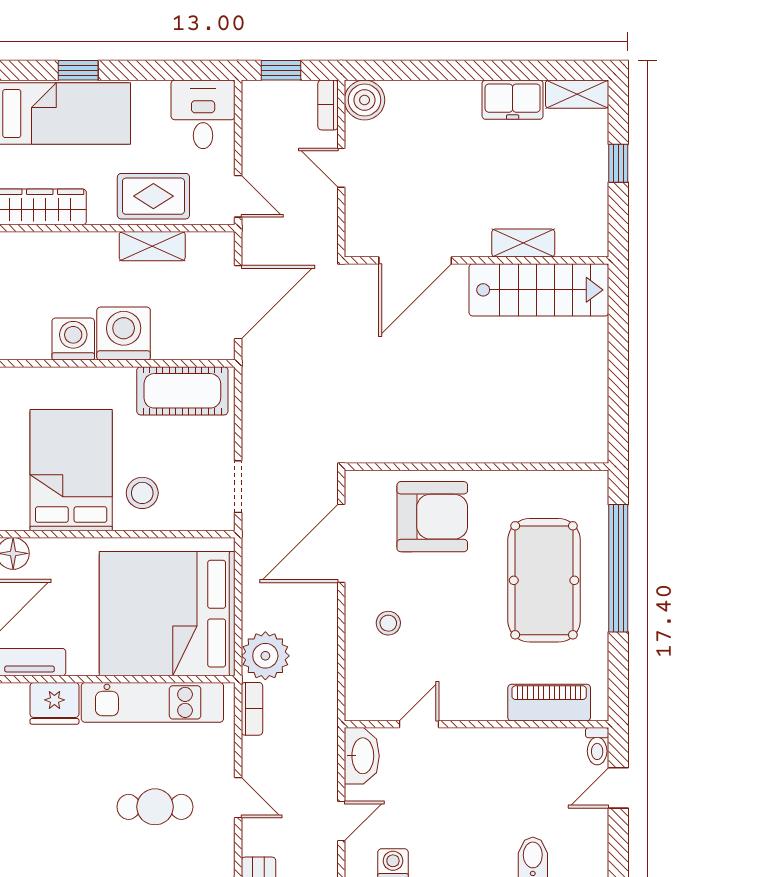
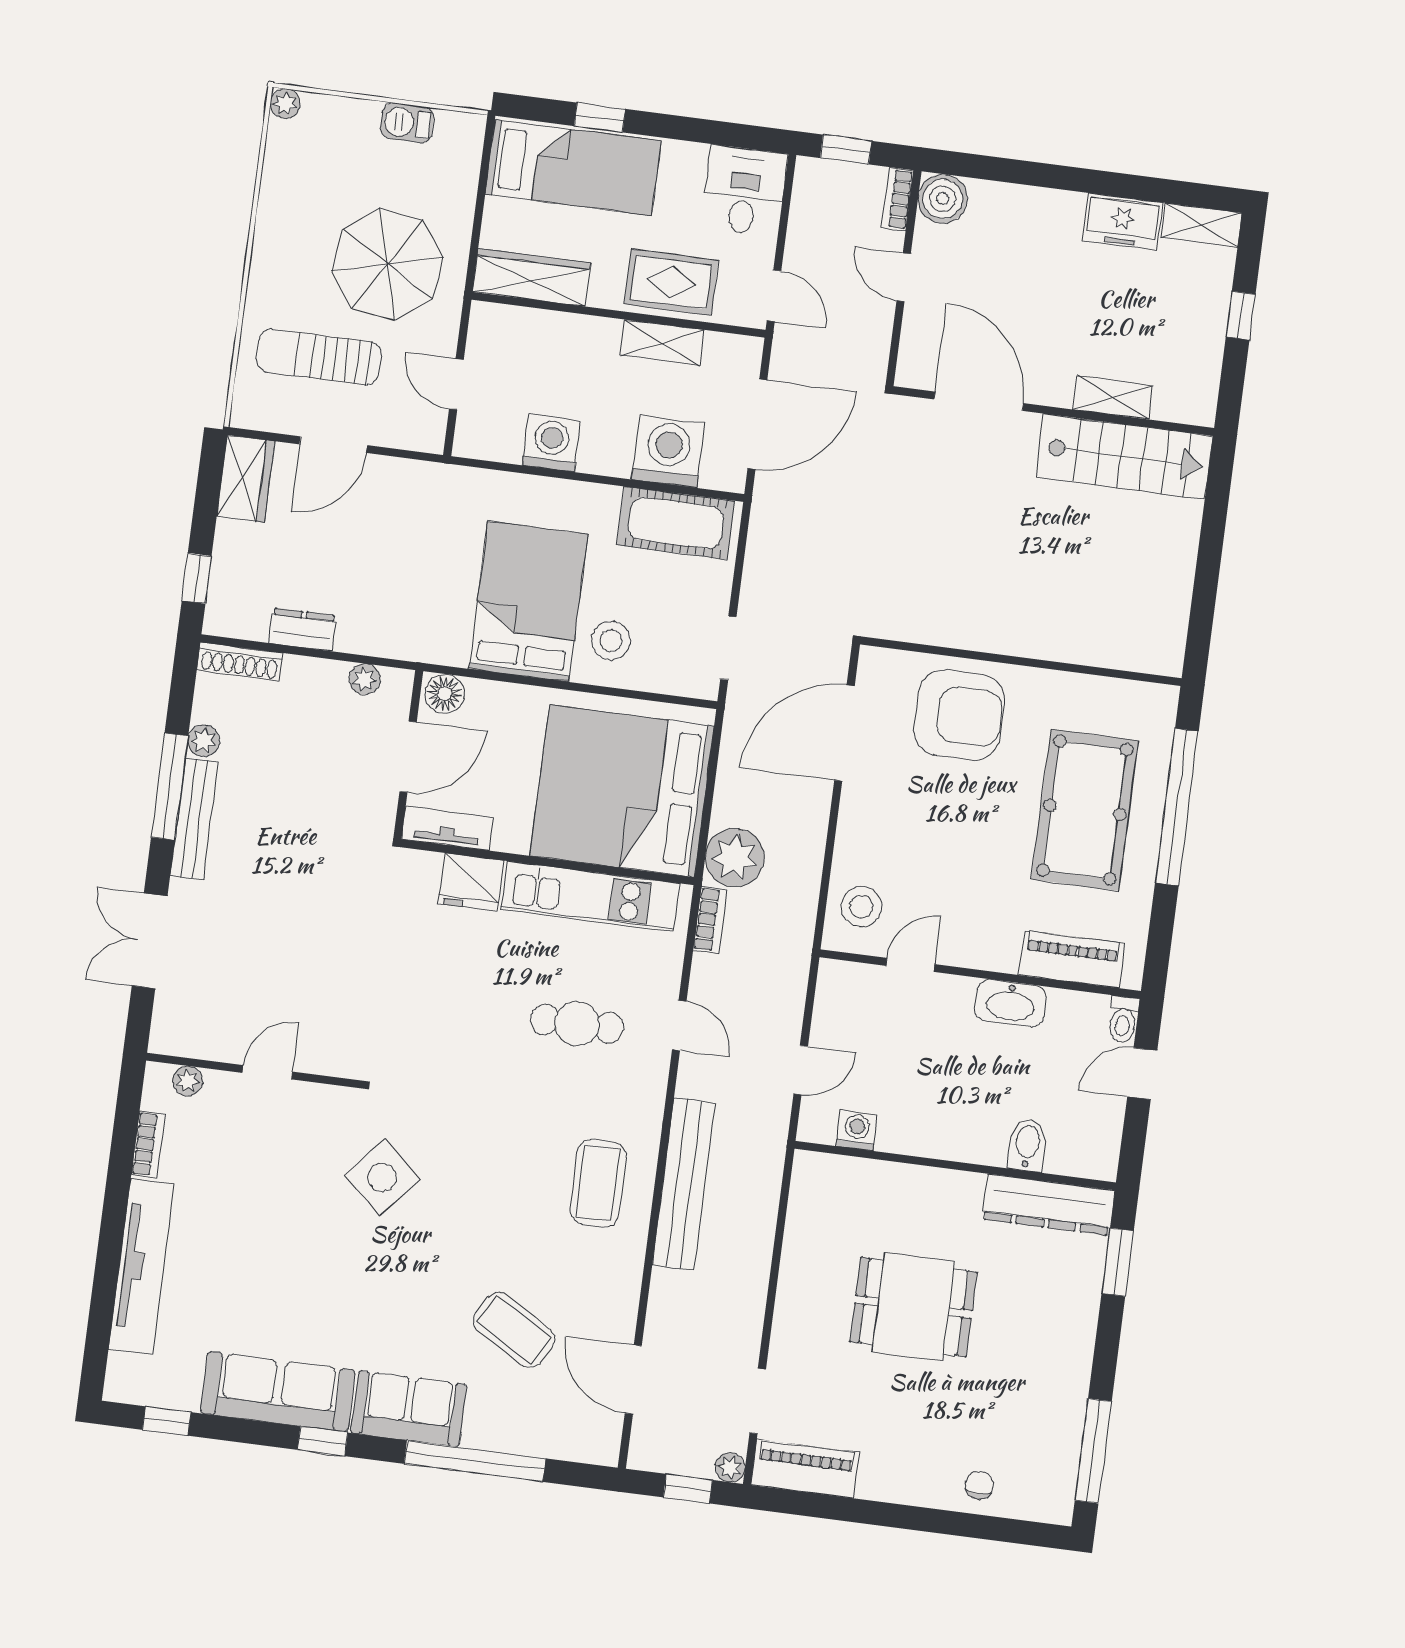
door: (415, 260) -> (979, 401), swing flipped
washing machine: (124, 334) -> (668, 451), moved
stool: (388, 623) -> (861, 907), moved, width x1.37, depth x1.37
washbasin: (362, 756) -> (1010, 1003), moved, turned 90

